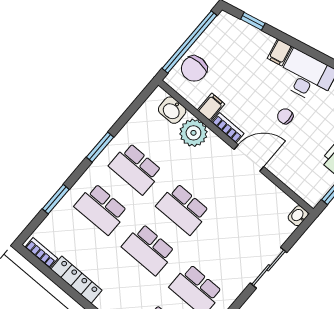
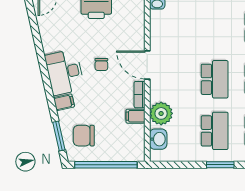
window: (253, 21) -> (59, 136), width x1.50
chair: (194, 69) -> (84, 136), moved, turned 180

